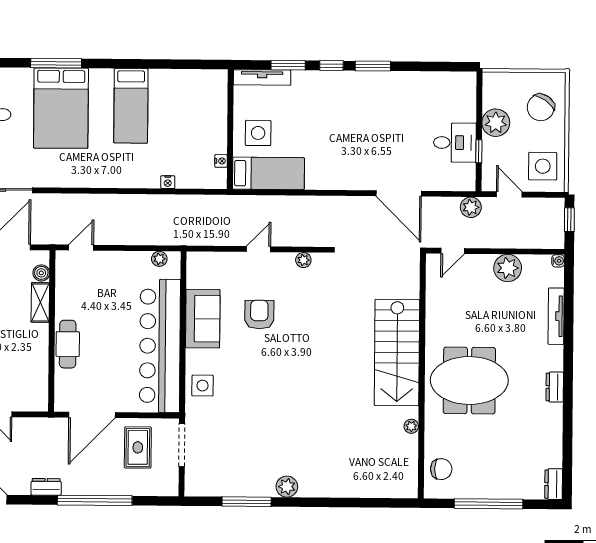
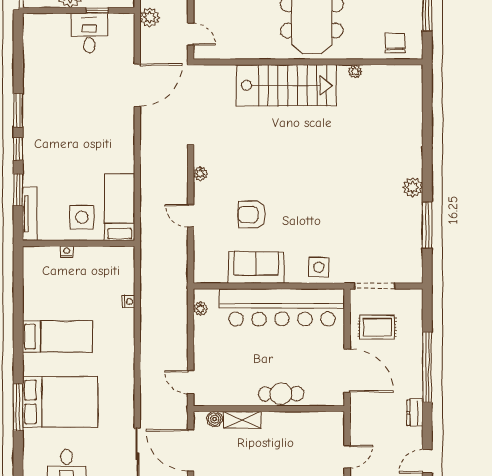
nightstand: (221, 161) -> (67, 252), moved

